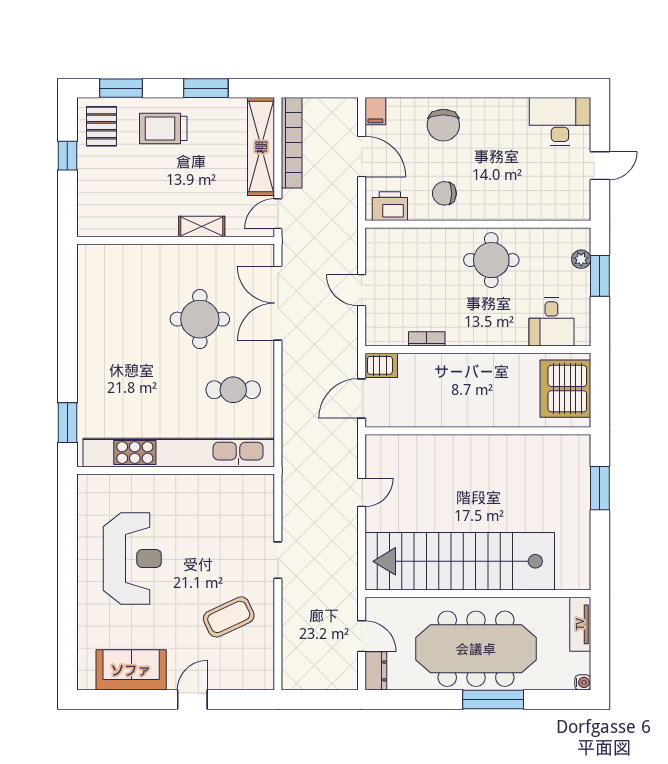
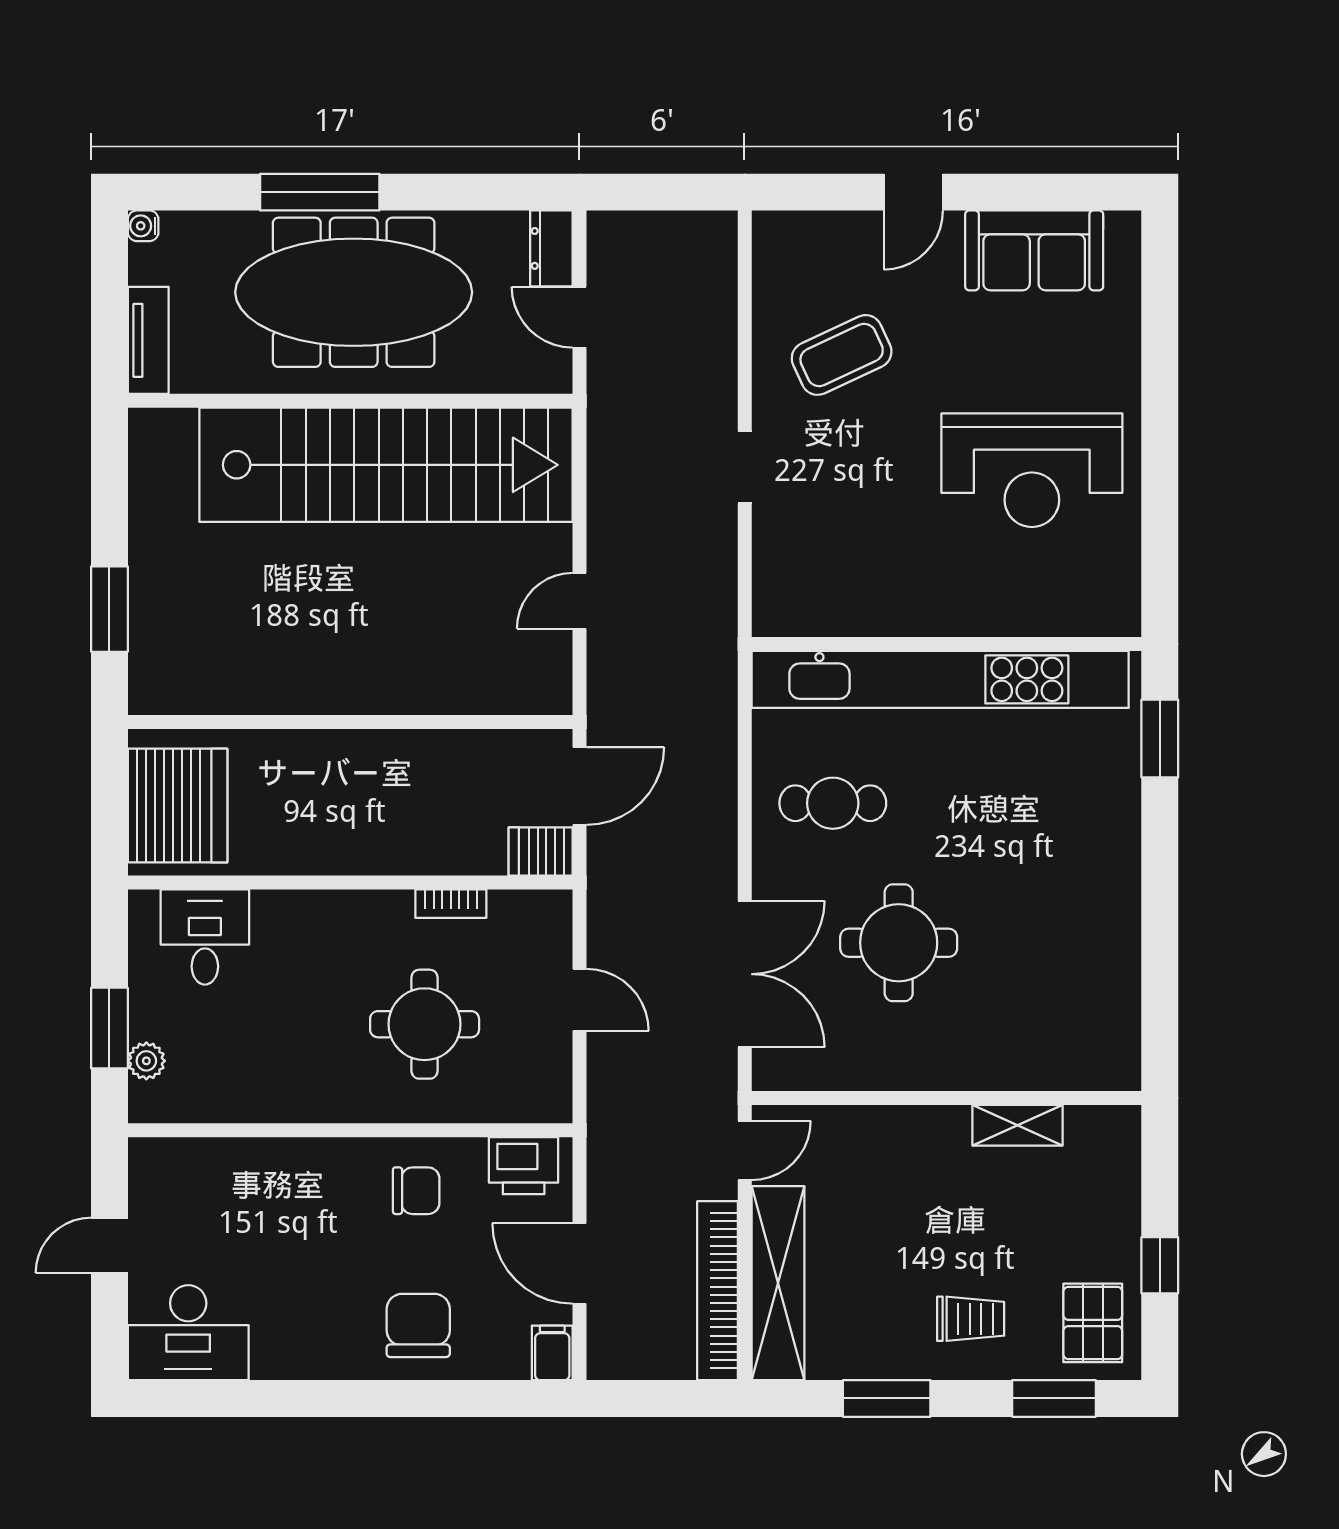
trolley: (163, 128) -> (971, 1319), width x0.73, depth x0.72
shelving: (202, 227) -> (1018, 1125), moved
round table: (491, 260) -> (425, 1024), moved
reception desk: (132, 559) -> (1032, 470), turned -90

